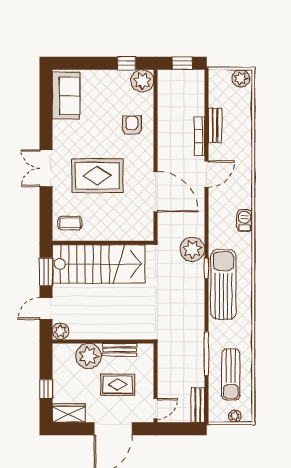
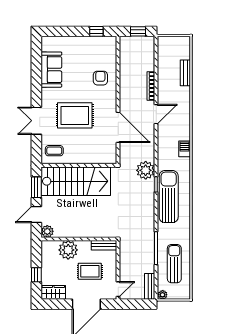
plant: (241, 78) -> (182, 43), removed
plant: (142, 81) -> (108, 45), removed
sofa: (66, 96) -> (51, 70), moved
bench: (215, 125) -> (185, 73), moved
double door: (46, 168) -> (36, 121), moved
bench: (120, 350) -> (104, 245), moved
sun lounger: (231, 374) -> (174, 264), turned 180
plant: (235, 416) -> (163, 295), moved

